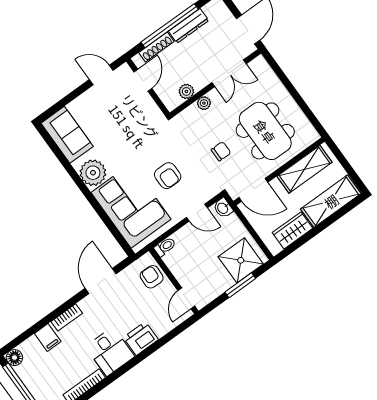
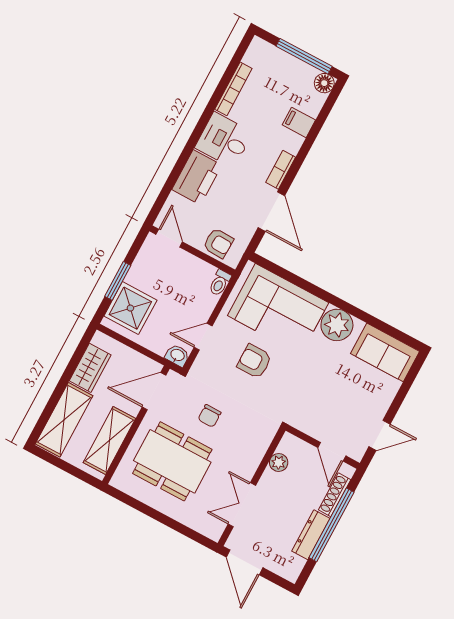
plant: (204, 103) -> (253, 459), removed
bookcase: (67, 317) -> (281, 170), moved
printer: (141, 338) -> (197, 177), width x1.37, depth x1.19

